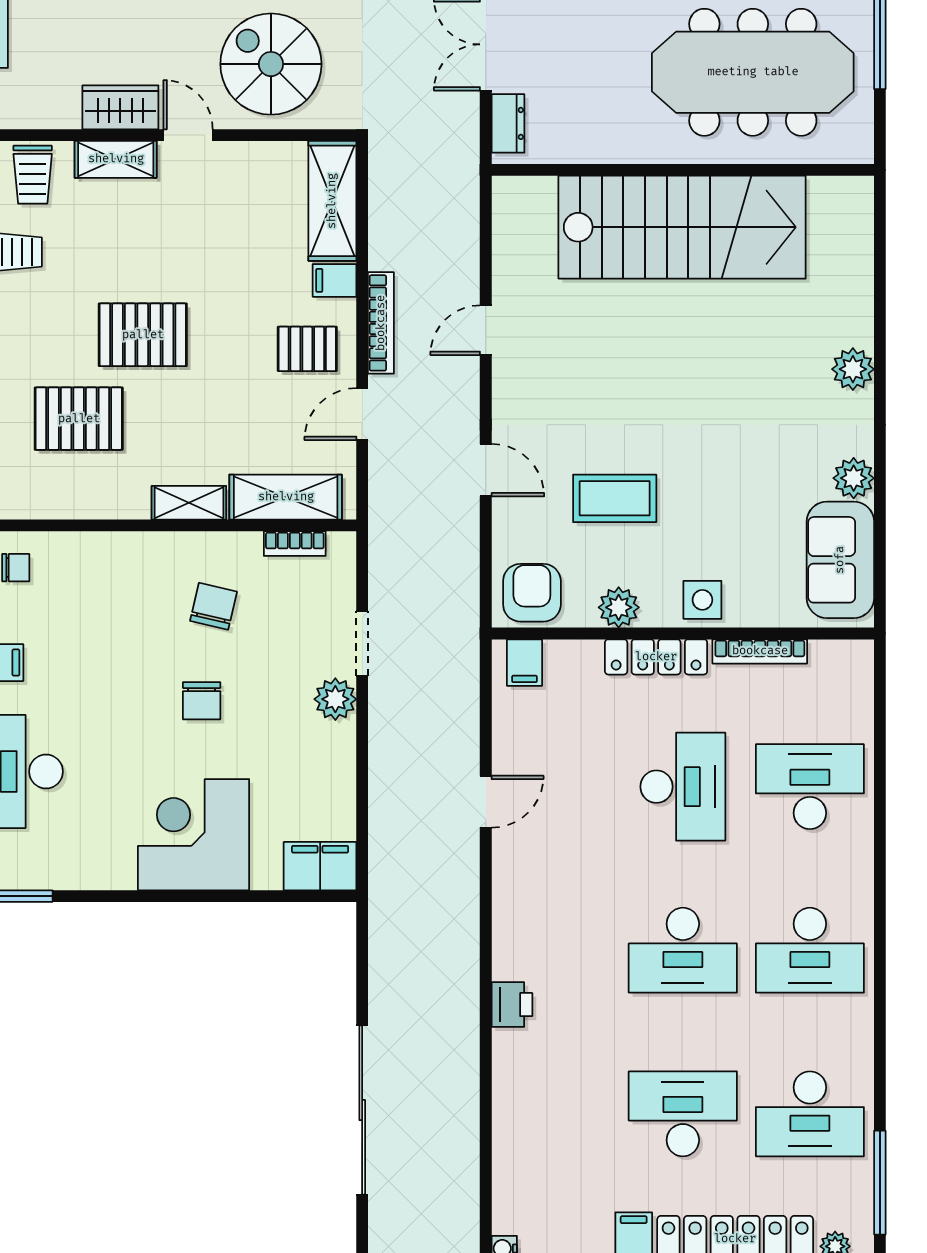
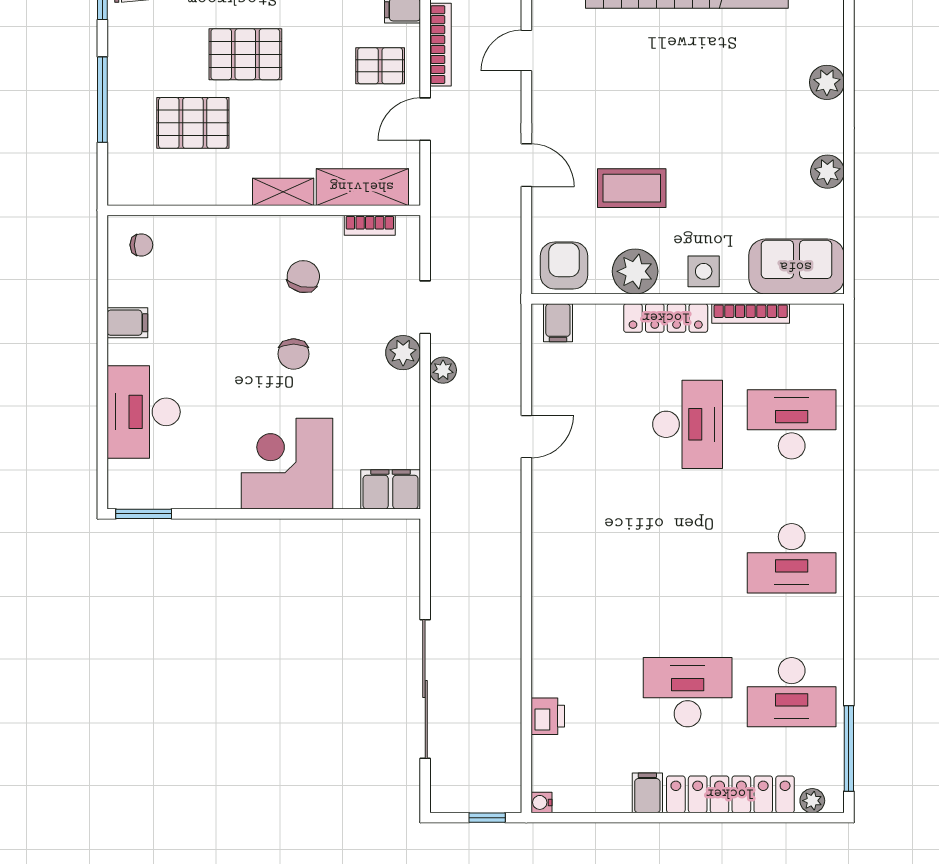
sofa: (840, 560) -> (796, 267), moved, turned 90
plant: (619, 607) -> (635, 271), width x1.36, depth x1.36
plant: (384, 721) -> (443, 370), added
desk: (683, 950) -> (688, 558), removed
printer: (512, 1005) -> (548, 716), moved

